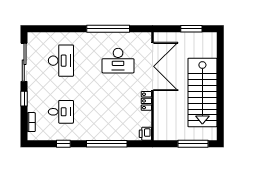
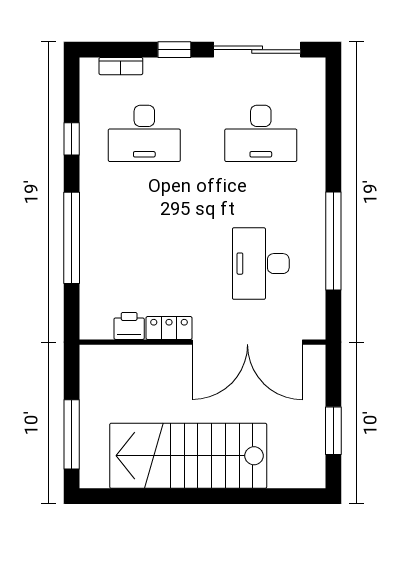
desk: (61, 112) -> (144, 133), width x1.37
printer: (145, 134) -> (129, 326), moved

